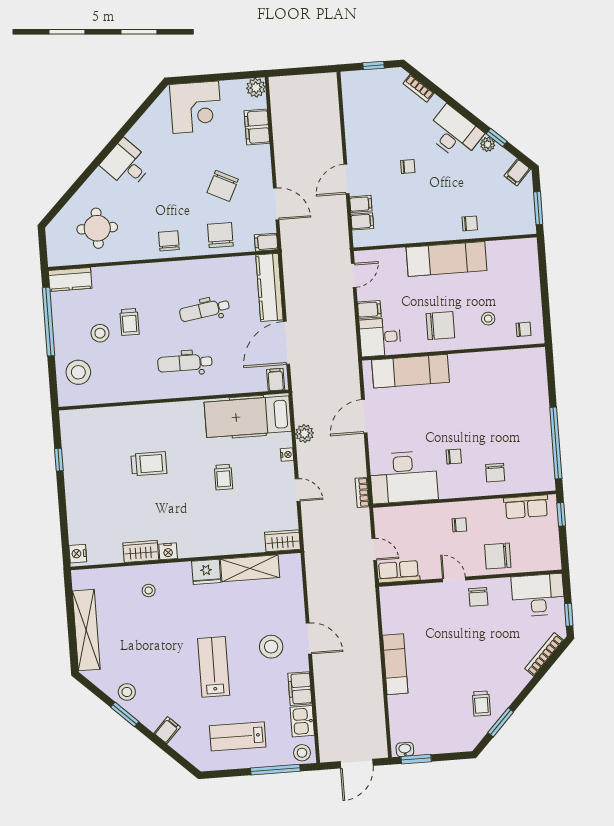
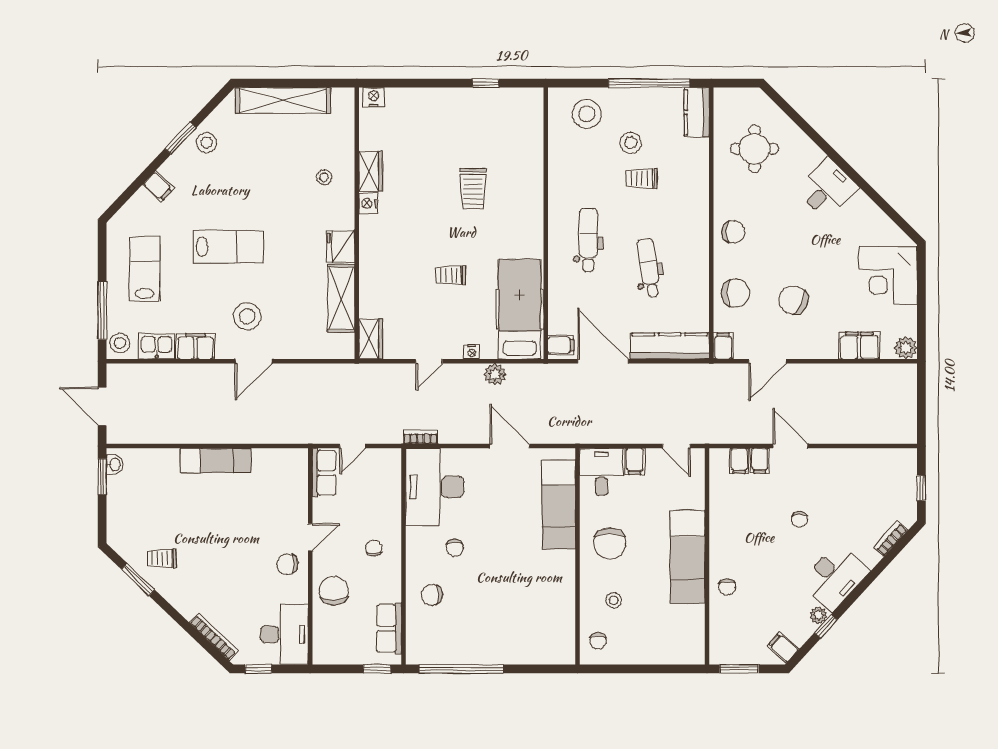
chair: (459, 525) -> (374, 548), turned 180

